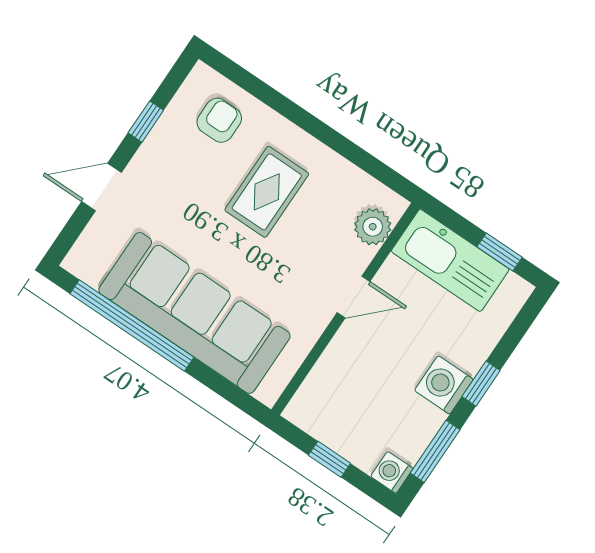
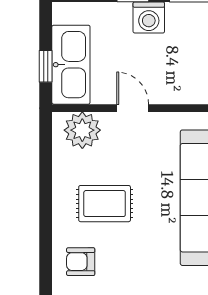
plant: (373, 227) -> (82, 130), width x1.36, depth x1.36
window: (500, 252) -> (46, 66), moved

